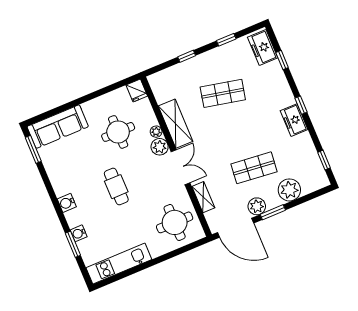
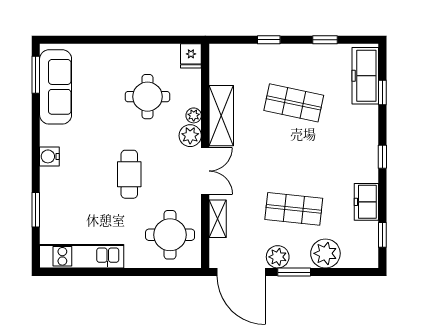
freezer: (263, 47) -> (365, 76), width x1.40
freezer: (294, 120) -> (366, 202), moved
sofa: (58, 127) -> (56, 87), moved, turned -90
cafe table: (116, 187) -> (129, 174), moved
water cooler: (79, 233) -> (48, 199), removed

